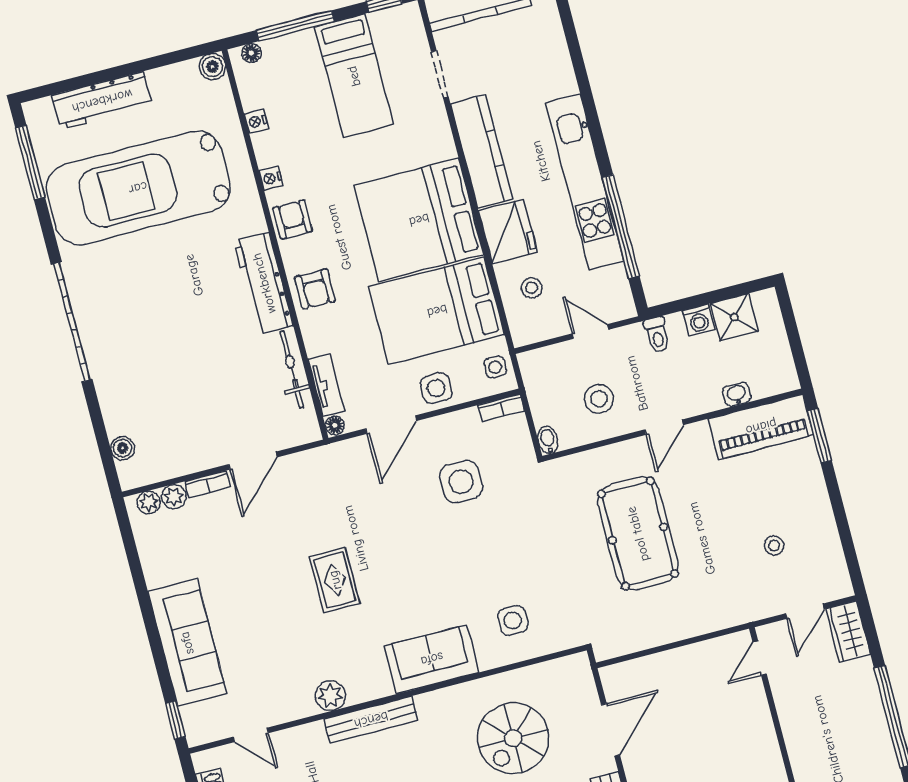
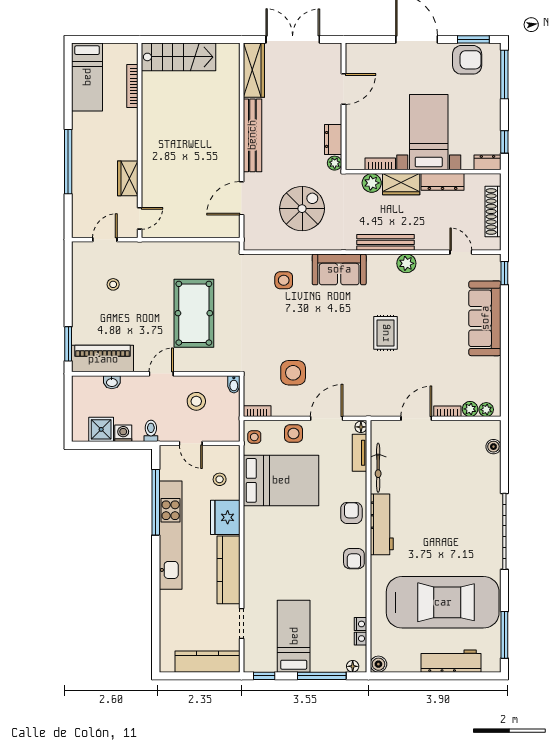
nightstand: (271, 178) -> (361, 639), moved
bed: (419, 220) -> (277, 539), removed
wardrobe: (848, 632) -> (128, 178), moved, turned 180

